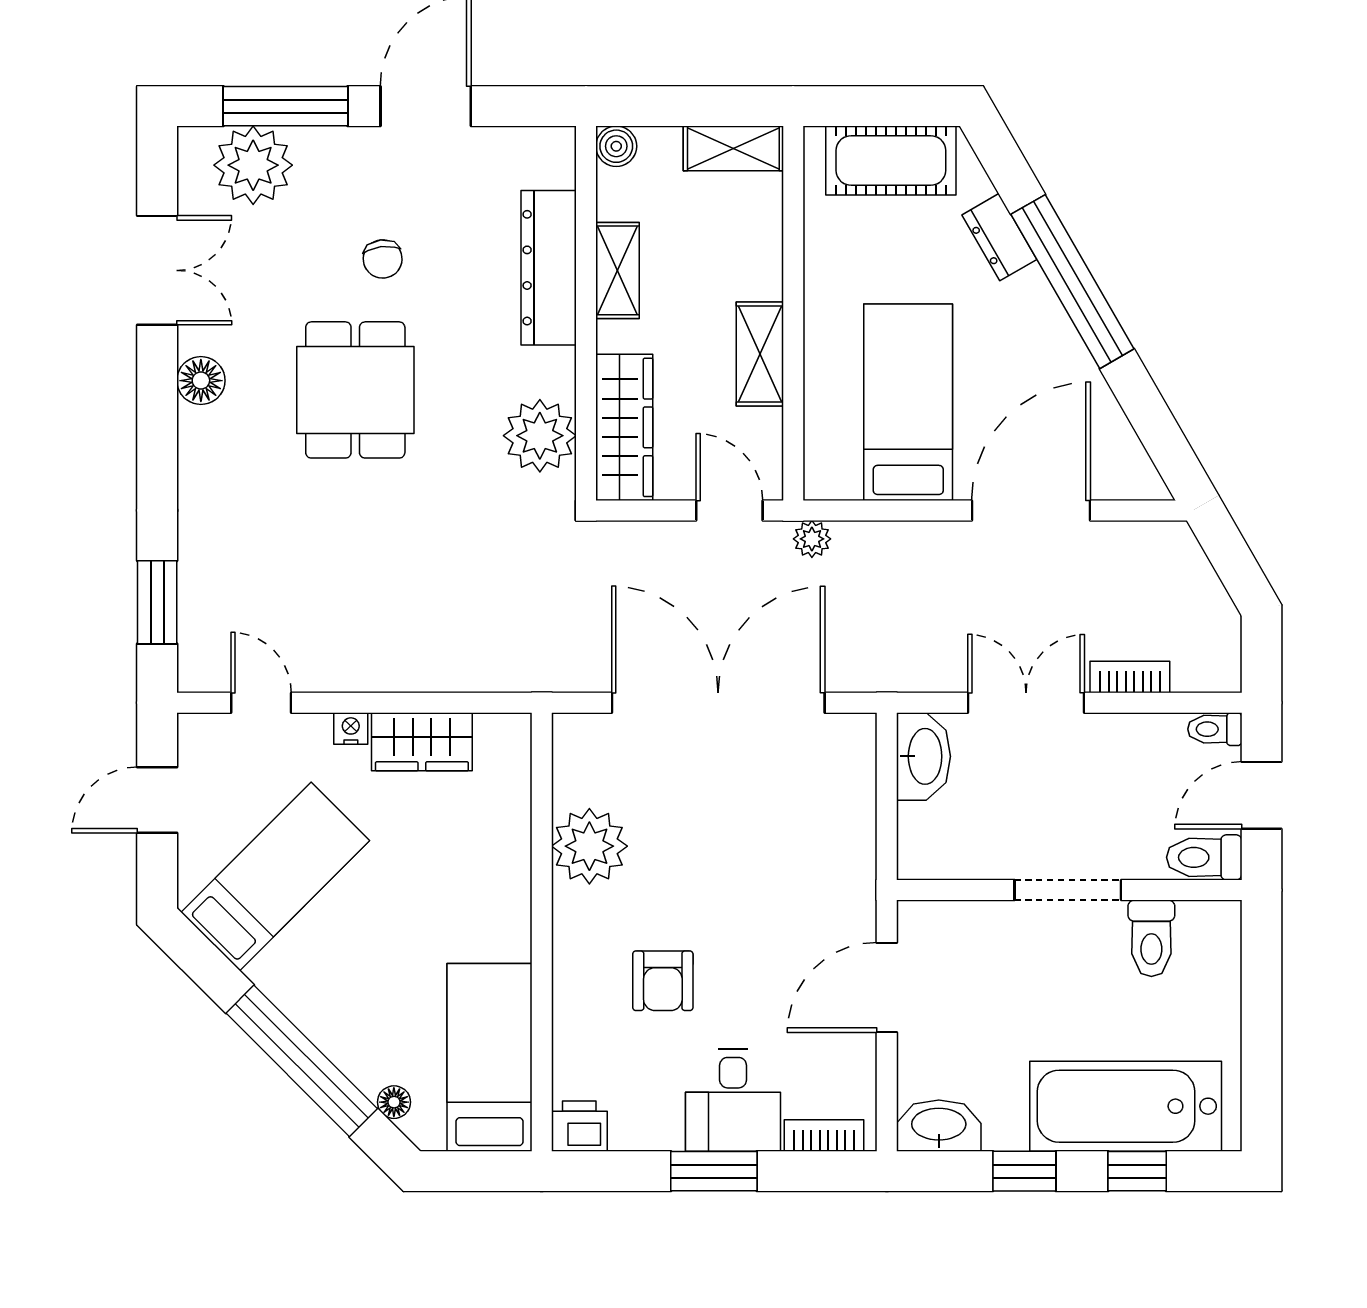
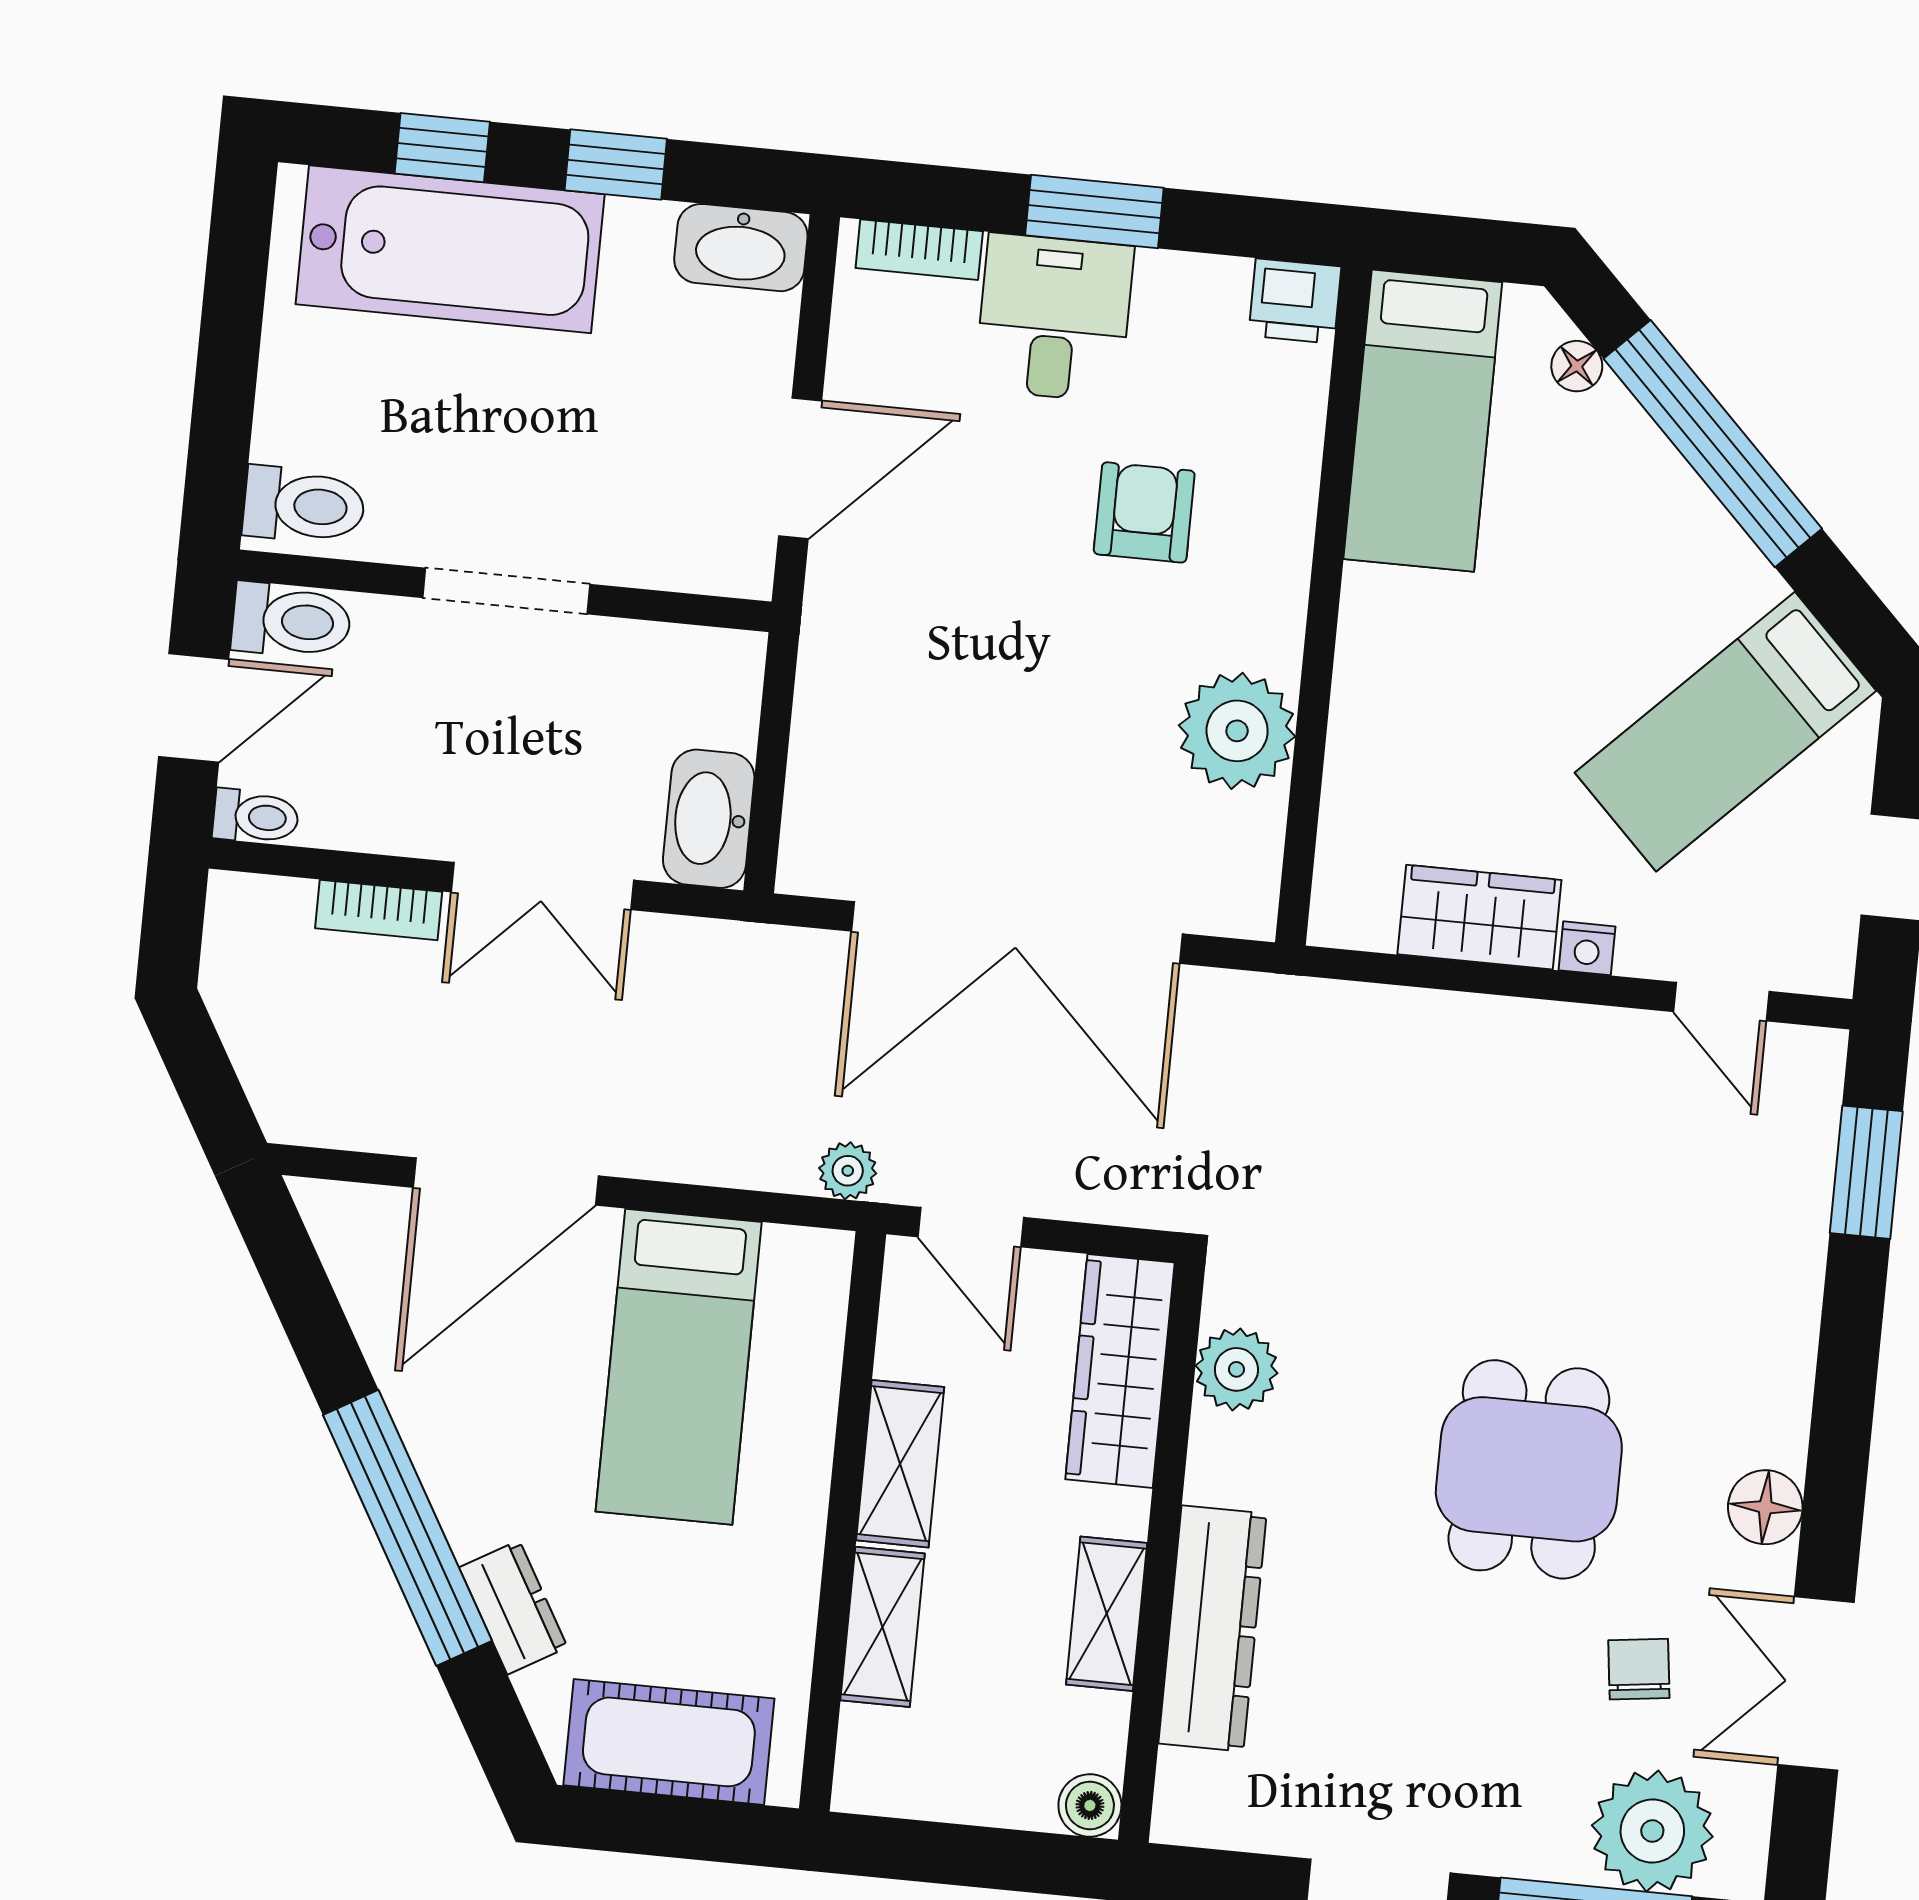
shelving: (733, 148) -> (883, 1627), moved, turned 90
chair: (383, 259) -> (1639, 1669), moved
plant: (540, 436) -> (1236, 1369), width x0.73, depth x0.73
toilet: (1151, 938) -> (304, 505), moved, turned 90

